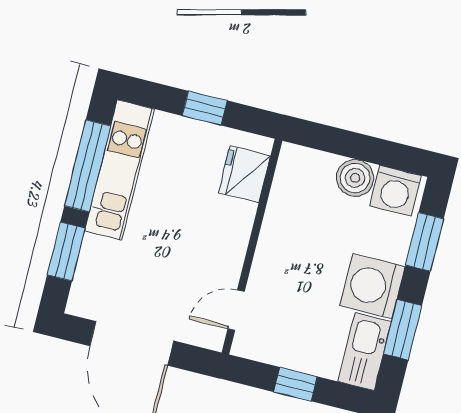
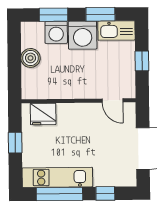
washing machine: (395, 191) -> (56, 32), moved, turned 90
window: (66, 252) -> (105, 193), width x0.67

